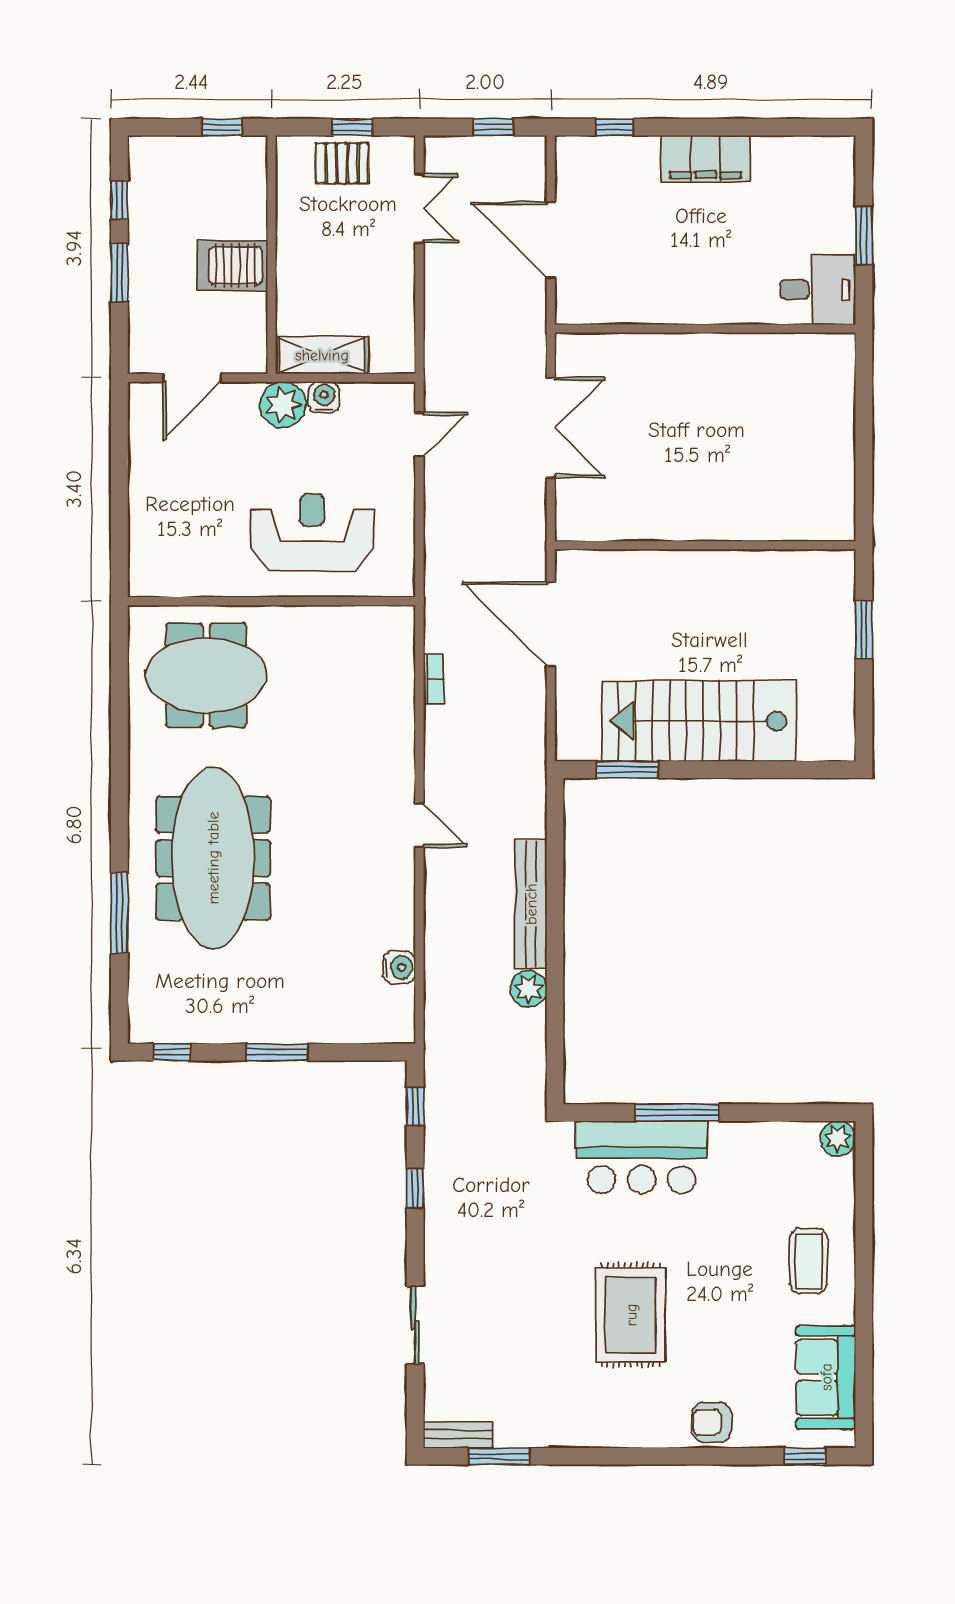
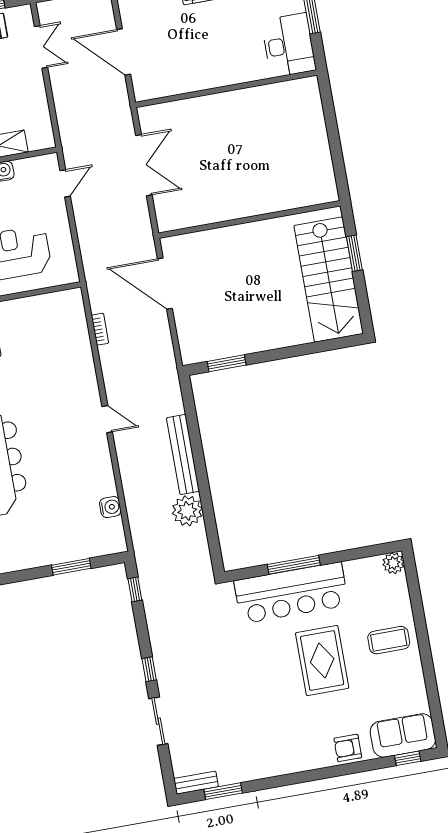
desk: (818, 290) -> (289, 45), width x1.37
stairs: (699, 721) -> (329, 280), moved, turned -90
plant: (528, 989) -> (187, 511), width x1.36, depth x1.36
window: (277, 1052) -> (71, 567), moved
bar counter: (642, 1157) -> (291, 593), width x1.36
window: (415, 1188) -> (149, 669), moved
coffee table: (808, 1261) -> (389, 640), turned 90
rug: (631, 1315) -> (322, 661), moved
sofa: (826, 1377) -> (403, 735), moved, turned 90

